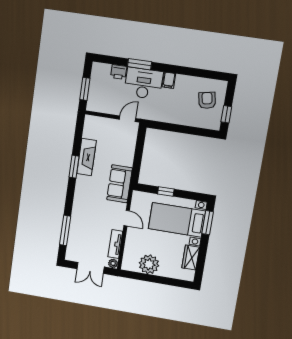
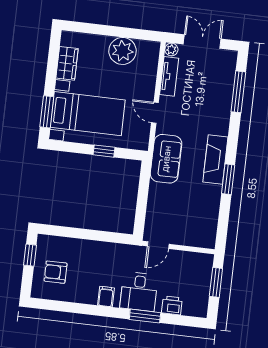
desk: (143, 83) -> (139, 292), width x0.73
armchair: (207, 100) -> (56, 272), turned 101
fireplace: (87, 157) -> (215, 160), moved

